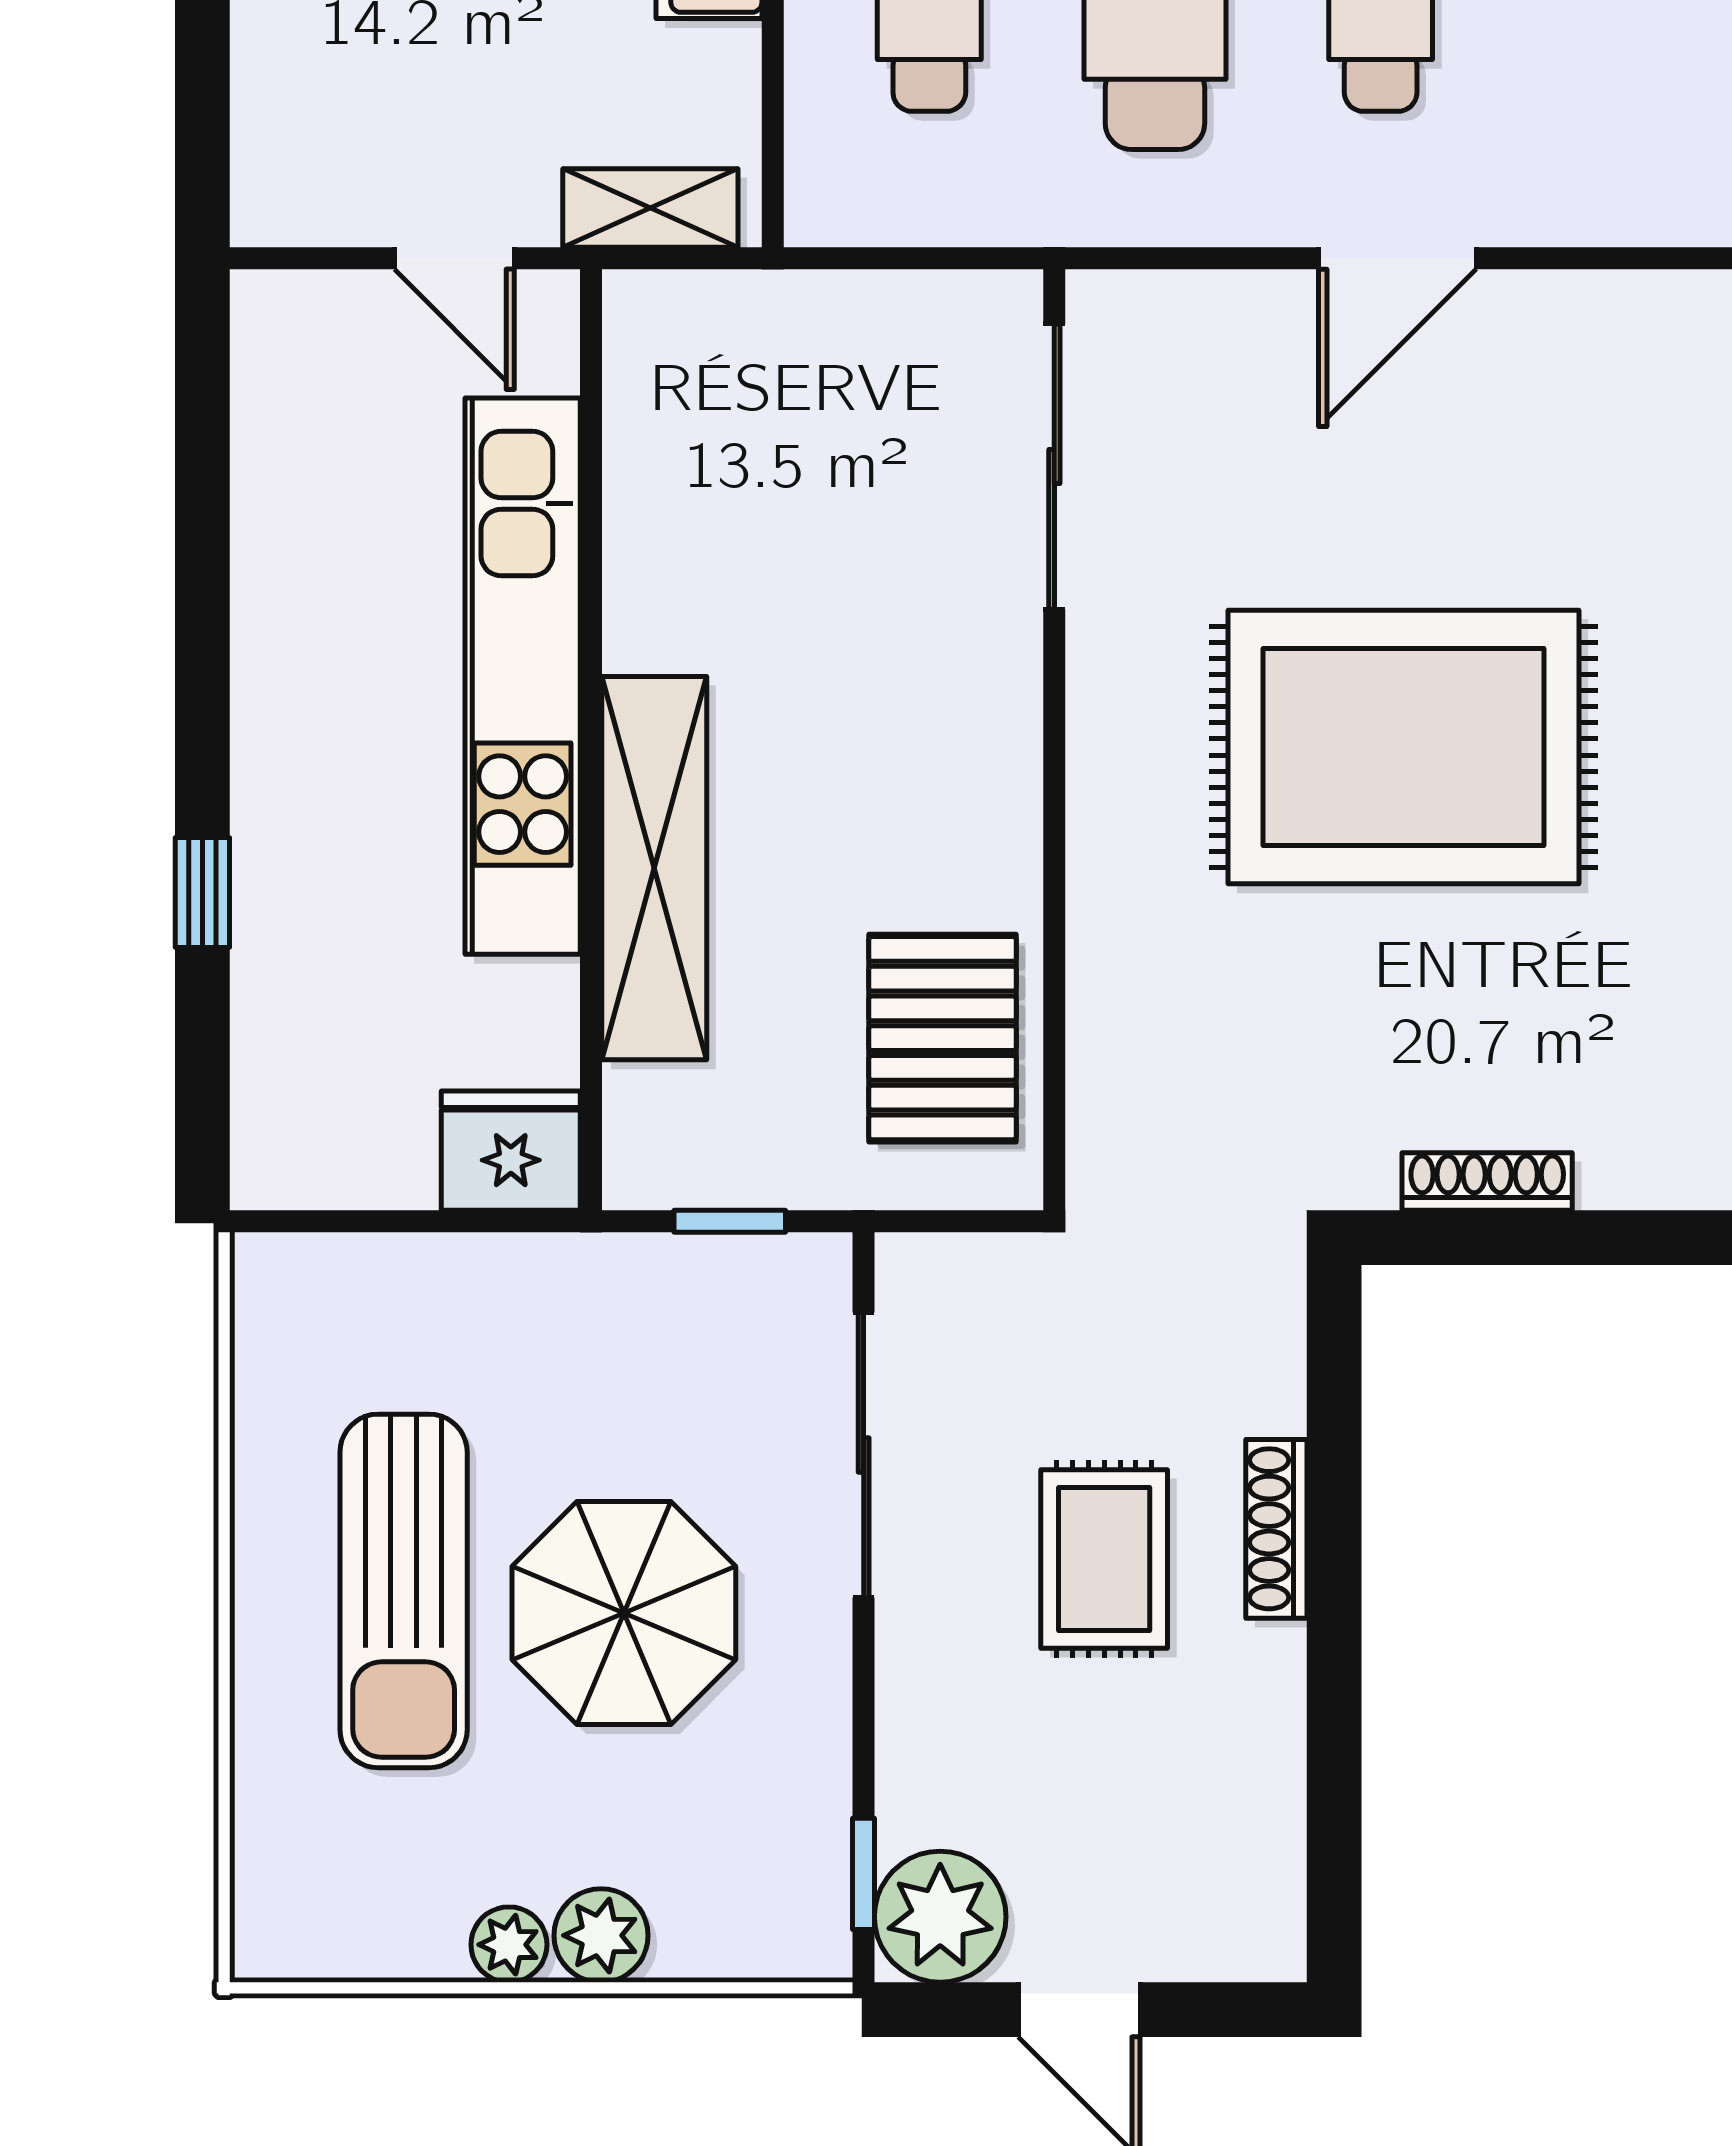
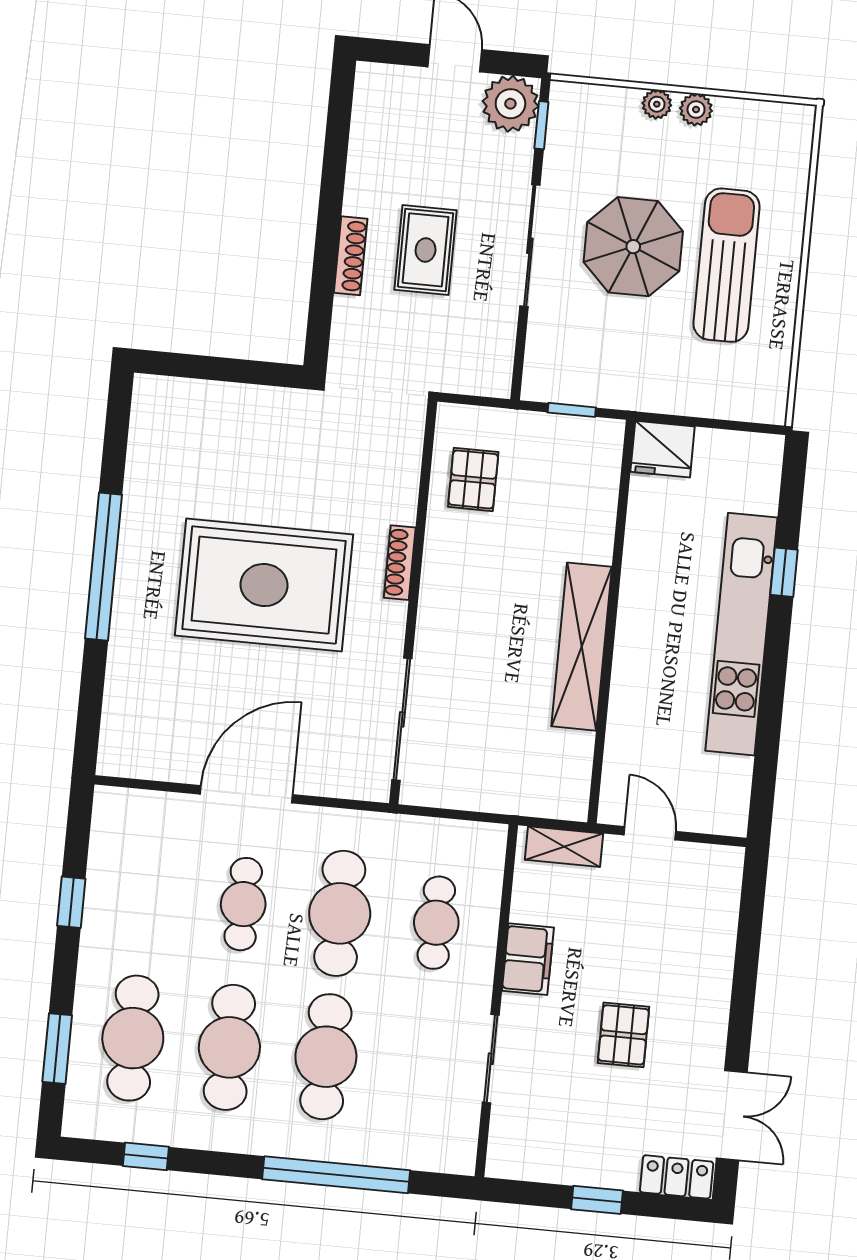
door: (1397, 258) -> (246, 794), width x1.36
kitchen unit: (523, 676) -> (741, 634), moved, turned 180
shelving: (654, 868) -> (582, 647), moved
pallet: (943, 1038) -> (473, 479), width x0.67, depth x0.71
shoe rack: (1487, 1181) -> (400, 563), moved, turned 90
sliding door: (864, 1455) -> (530, 246), moved
plant: (601, 1935) -> (657, 104), width x0.73, depth x0.73

